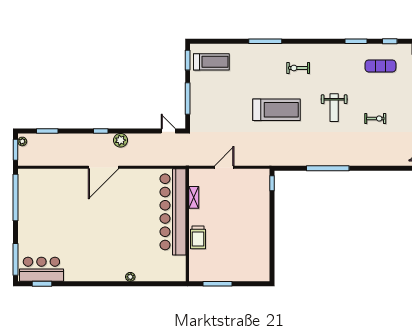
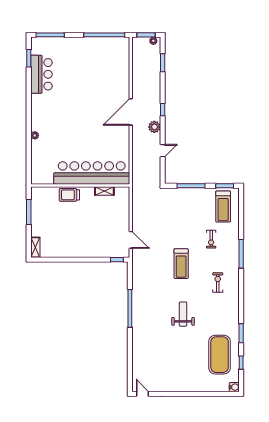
exercise mat: (380, 66) -> (220, 355), width x2.00, depth x1.45
weight bench: (334, 108) -> (183, 314), turned 90
treadmill: (276, 110) -> (181, 264), width x0.73, depth x0.73
exercise bike: (375, 119) -> (211, 239), moved
door: (168, 131) -> (163, 151), moved
door: (103, 167) -> (131, 112), hinge flipped
door: (224, 167) -> (131, 240), moved
bar counter: (41, 269) -> (41, 74), moved
shelving: (258, 276) -> (35, 247), added

